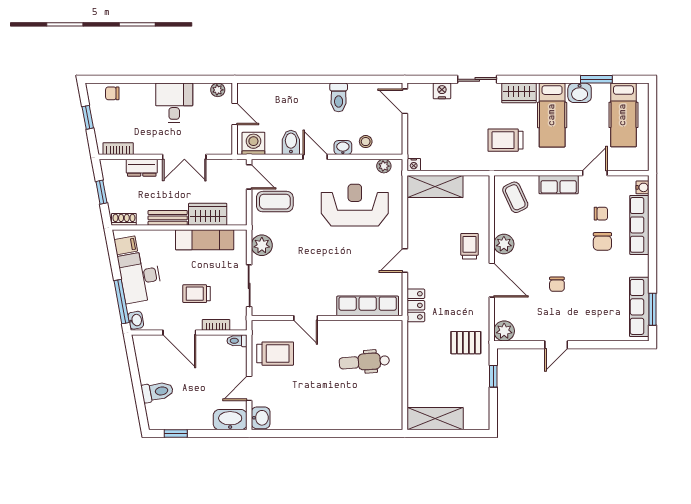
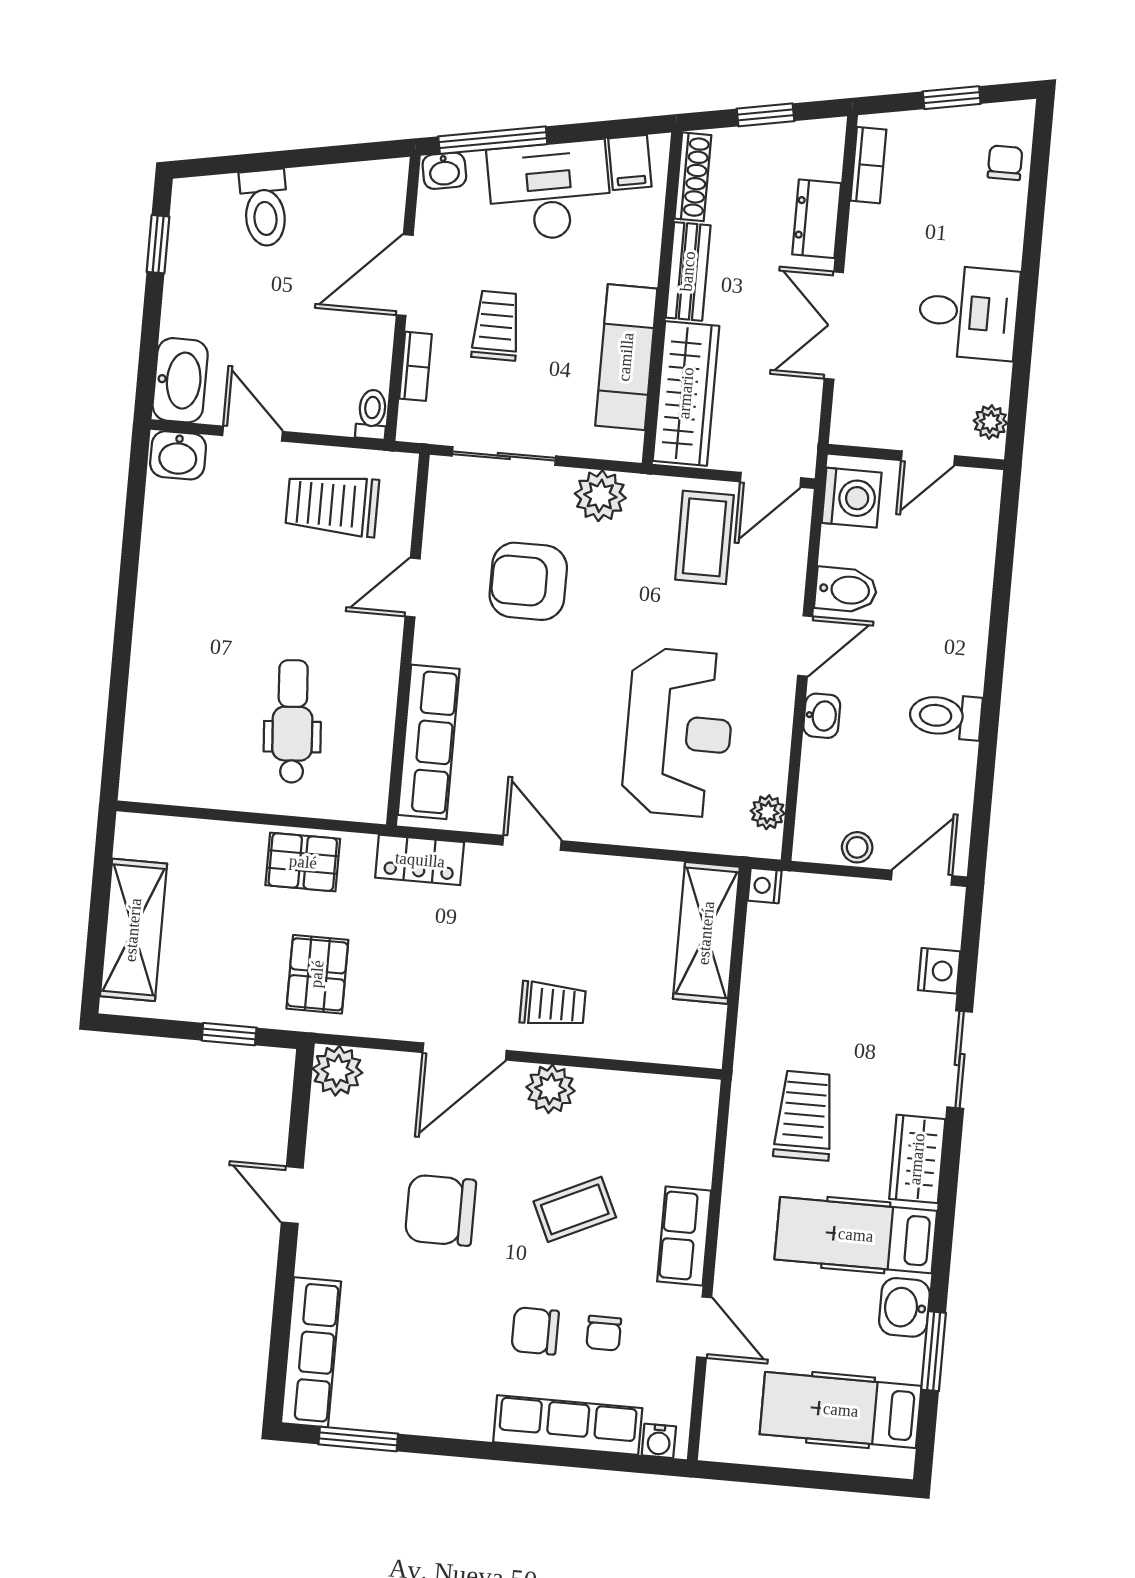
stool: (366, 142) -> (857, 847), moved
coffee table: (515, 197) -> (575, 1209), moved
wardrobe: (208, 214) -> (686, 393), width x1.50
shoe rack: (124, 219) -> (693, 177), width x1.43
armchair: (299, 271) -> (528, 581), added
chair: (557, 284) -> (440, 1210), width x1.87, depth x1.87
row of seats: (639, 307) -> (311, 1352), moved, turned 90
pallet: (421, 353) -> (303, 862), added
trolley: (275, 354) -> (332, 505), turned 90
shelving: (435, 419) -> (133, 930), moved

